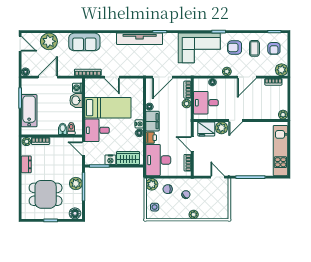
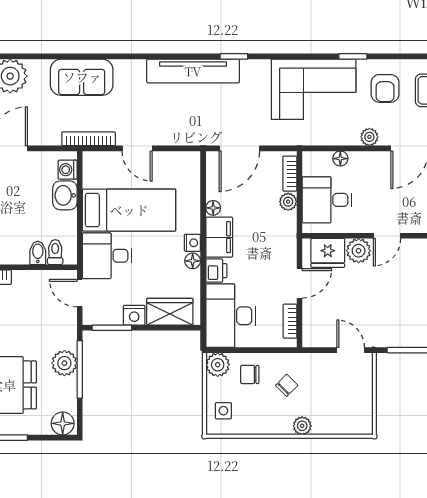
armchair: (235, 47) -> (385, 88), turned -90
door: (192, 144) -> (299, 283), swing flipped

